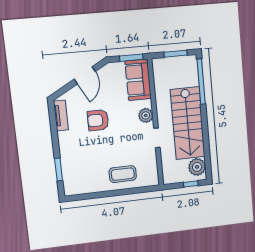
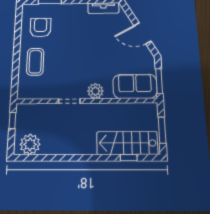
window: (201, 82) -> (129, 158), width x0.32
armchair: (98, 120) -> (40, 28), moved
stairs: (188, 123) -> (127, 143), moved, width x0.73, depth x0.66
window: (191, 184) -> (12, 121), moved

